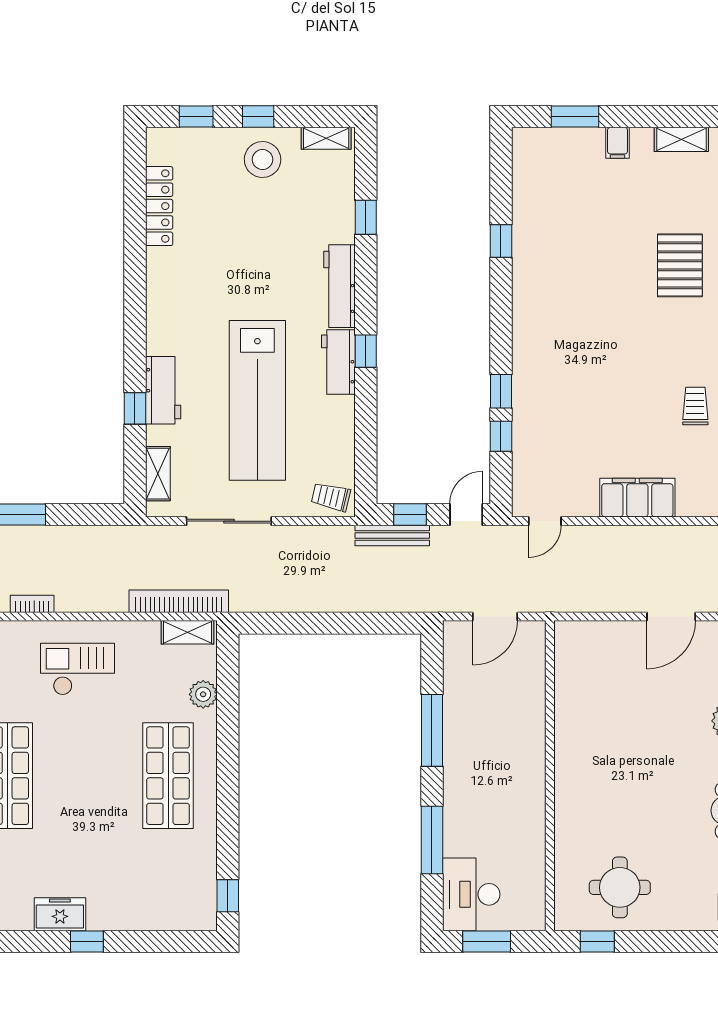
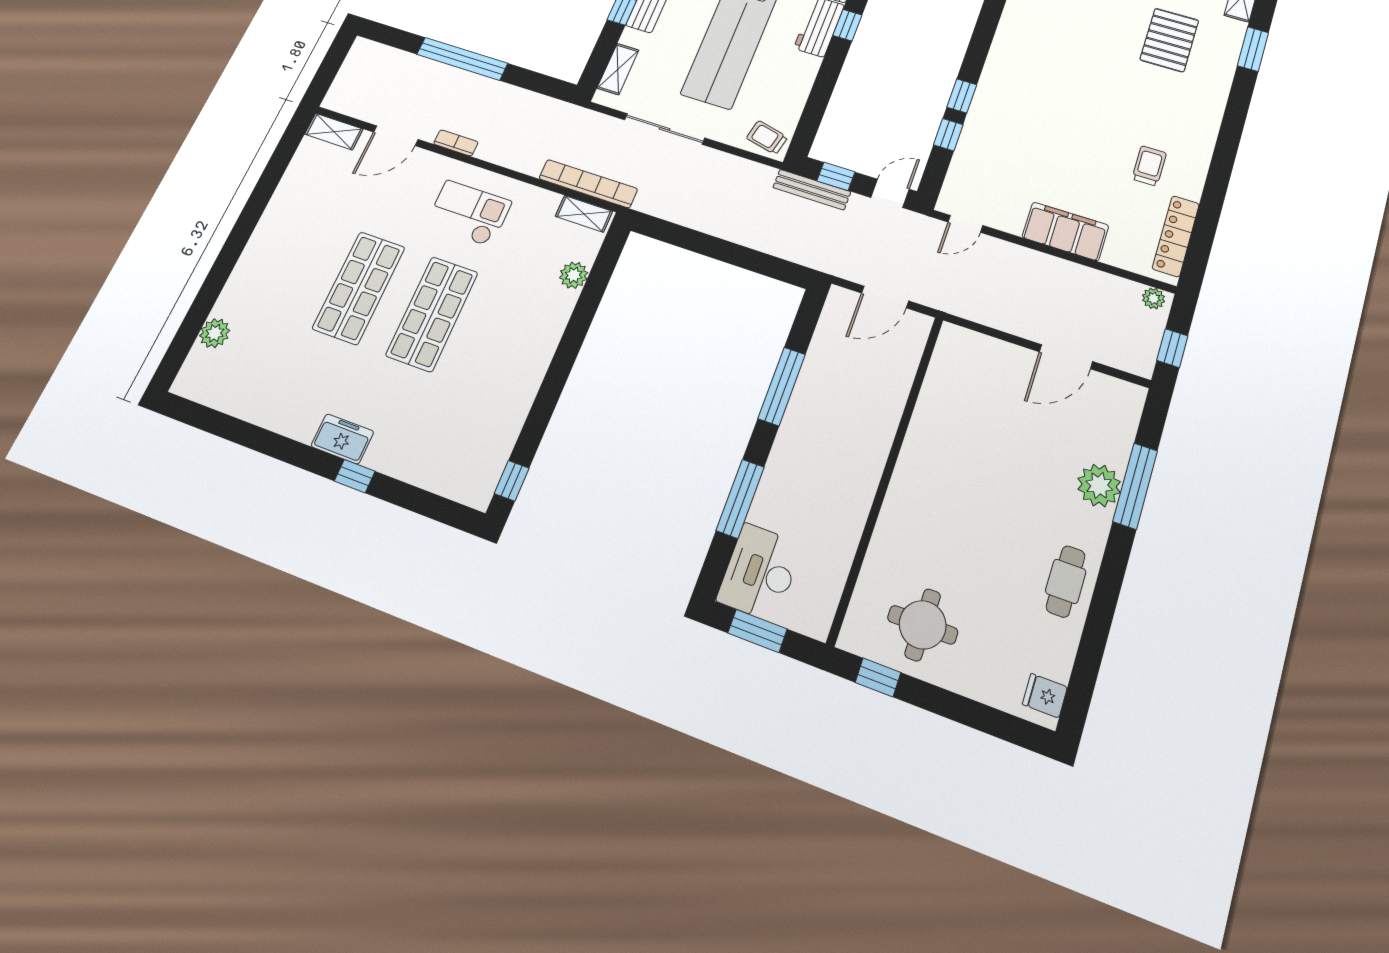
shop shelf: (168, 776) -> (432, 314), moved

